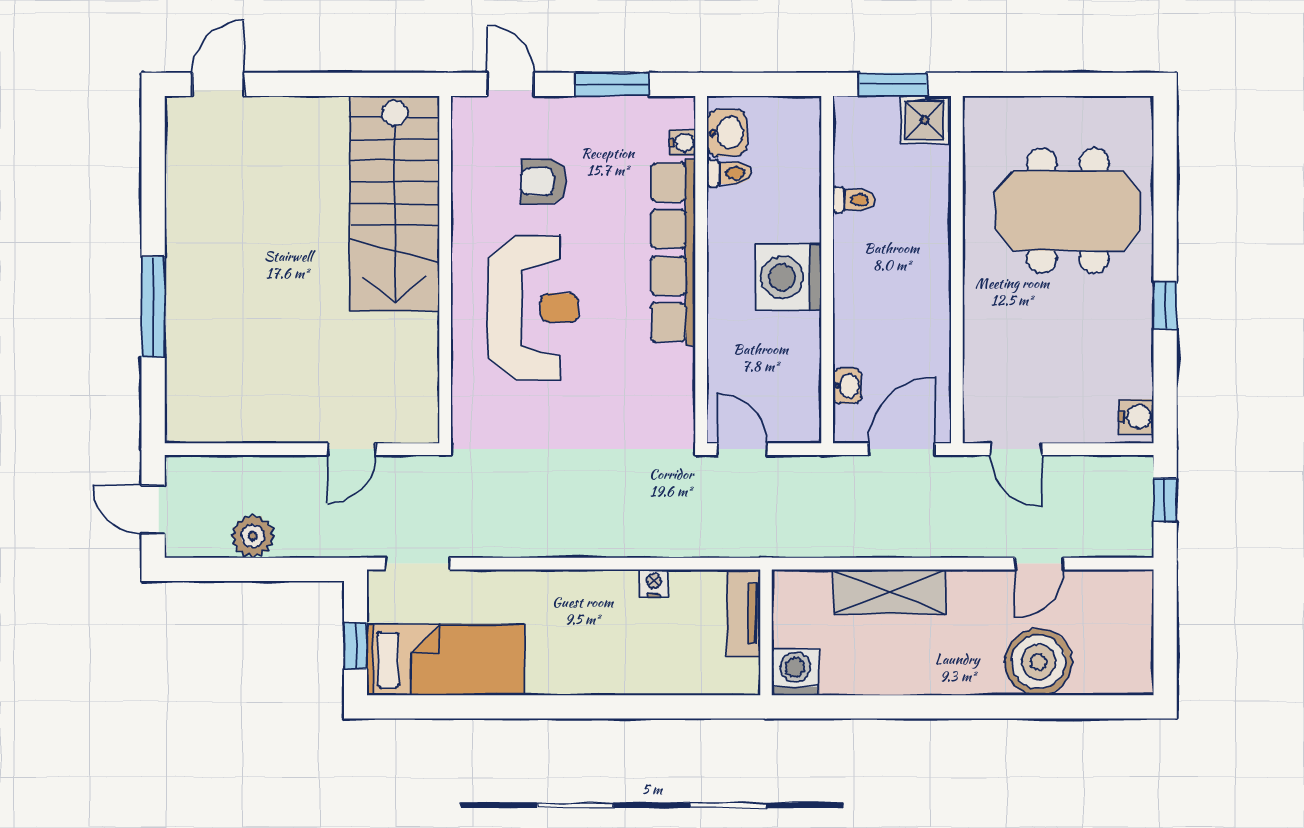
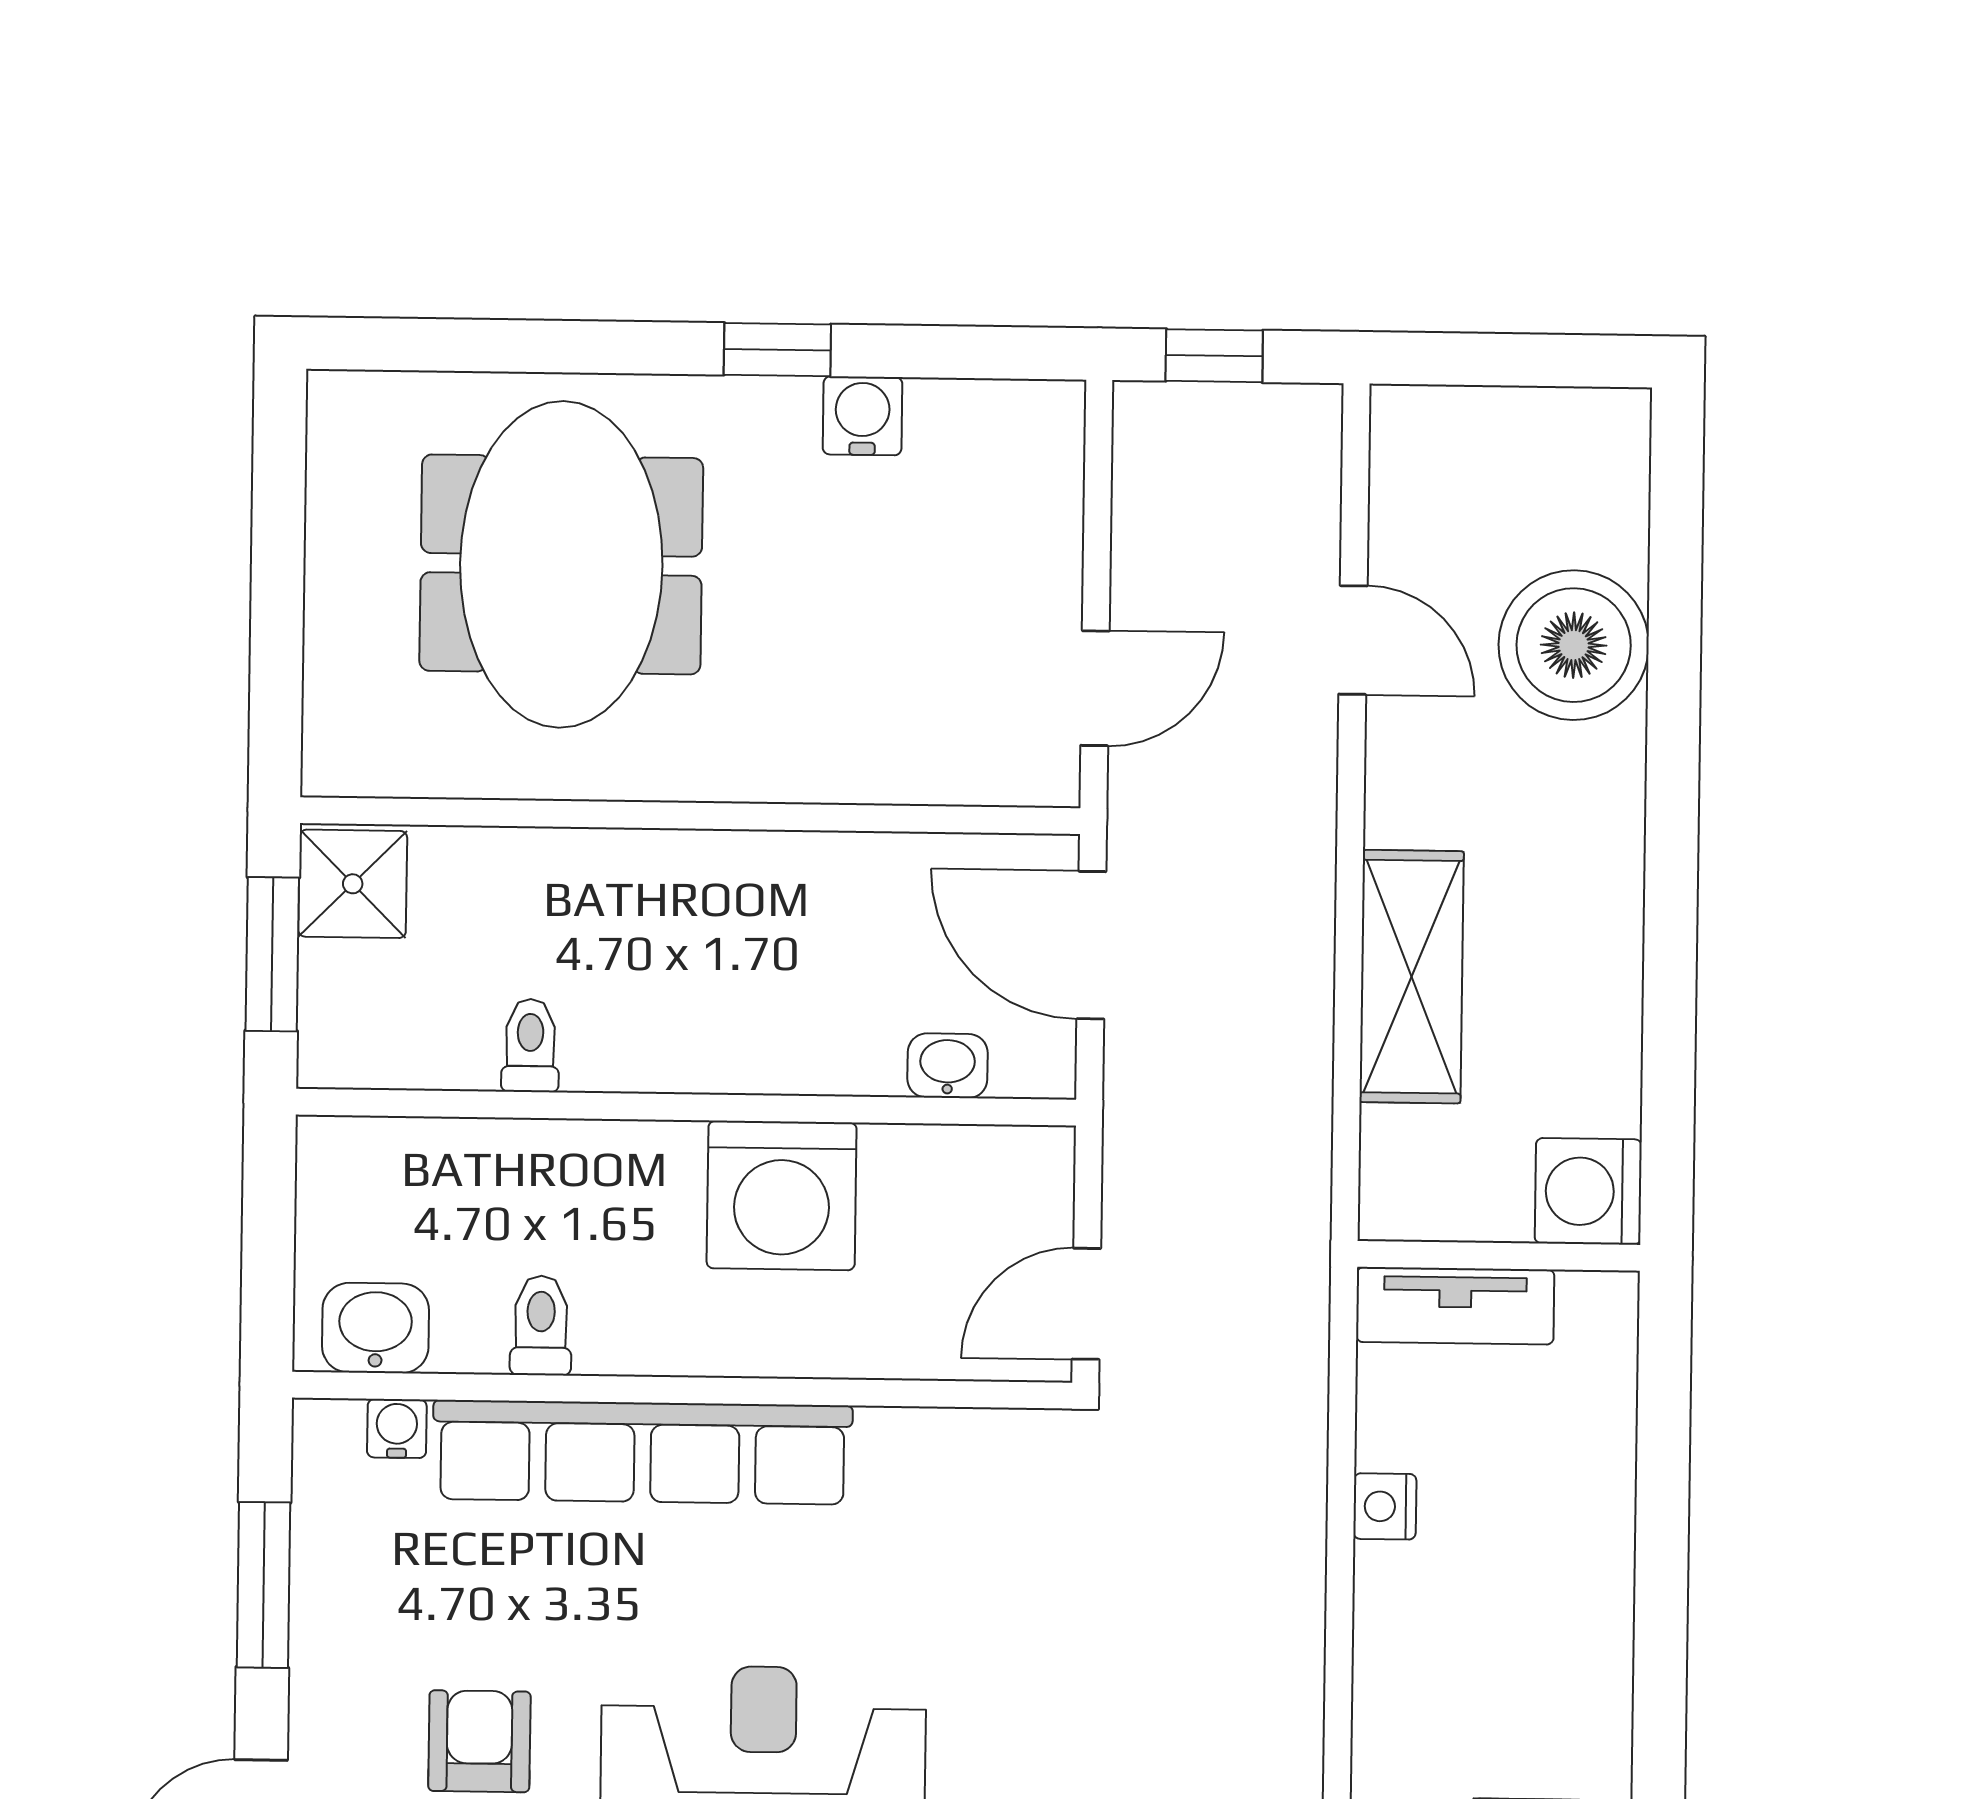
toilet: (729, 173) -> (541, 1326), moved
armchair: (543, 182) -> (479, 1741), turned 180
washing machine: (788, 277) -> (782, 1195), moved
water cooler: (1136, 417) -> (862, 416), moved

